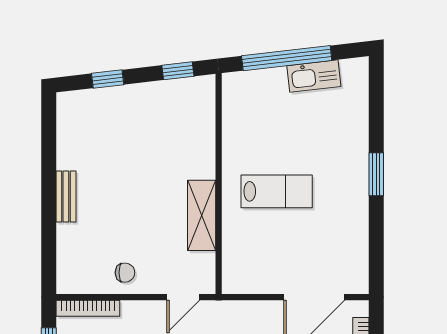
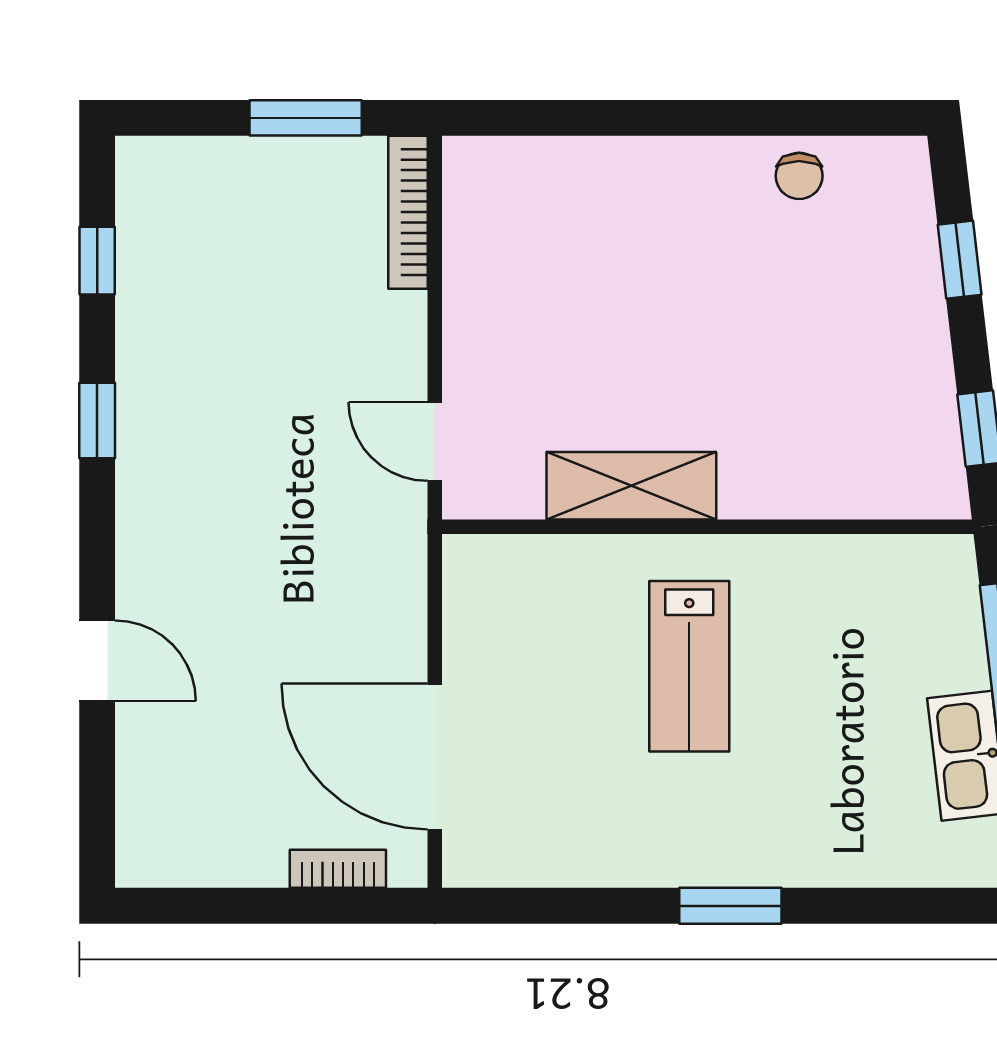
bench: (66, 196) -> (677, 159), removed
chair: (125, 273) -> (799, 176), moved

